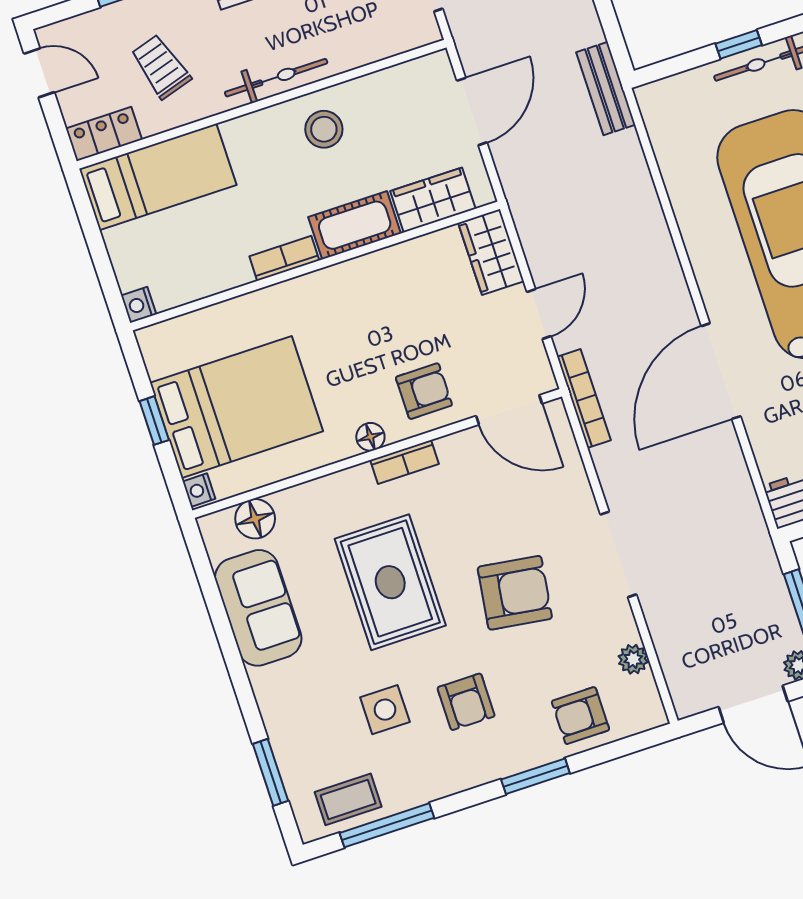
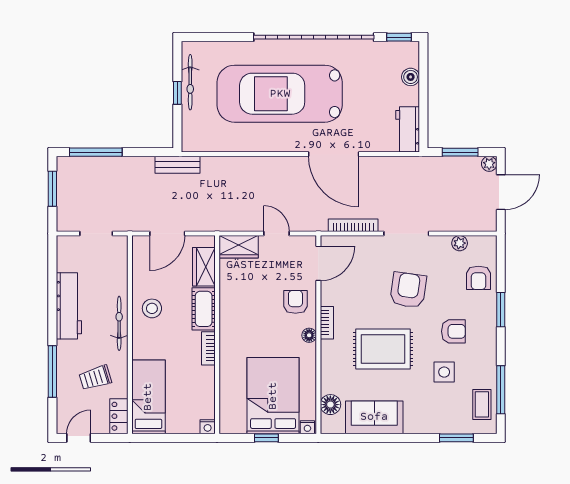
door: (472, 112) -> (167, 234), swing flipped
bookcase: (584, 398) -> (353, 225), moved

